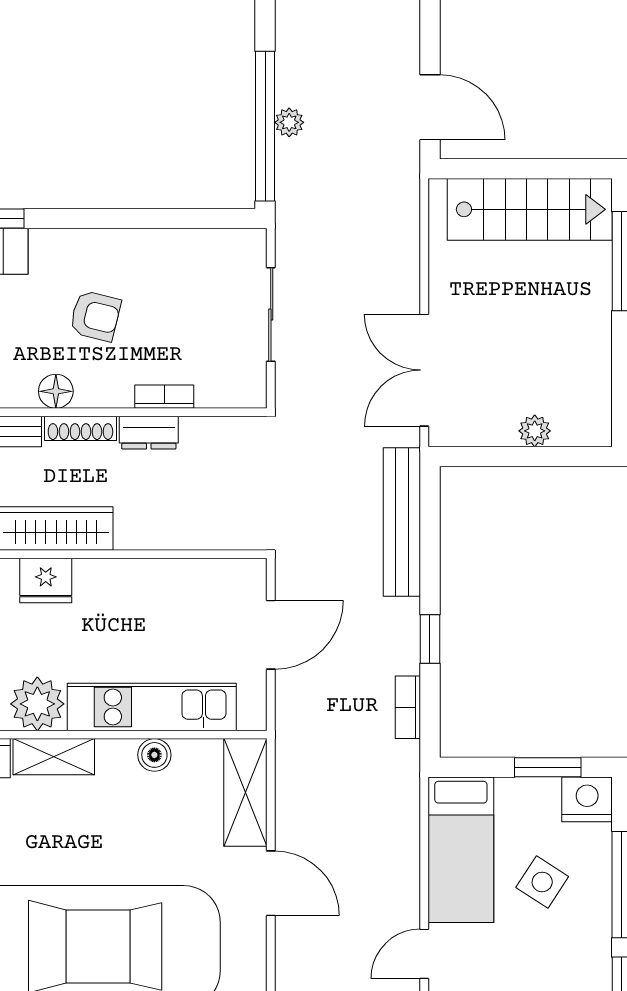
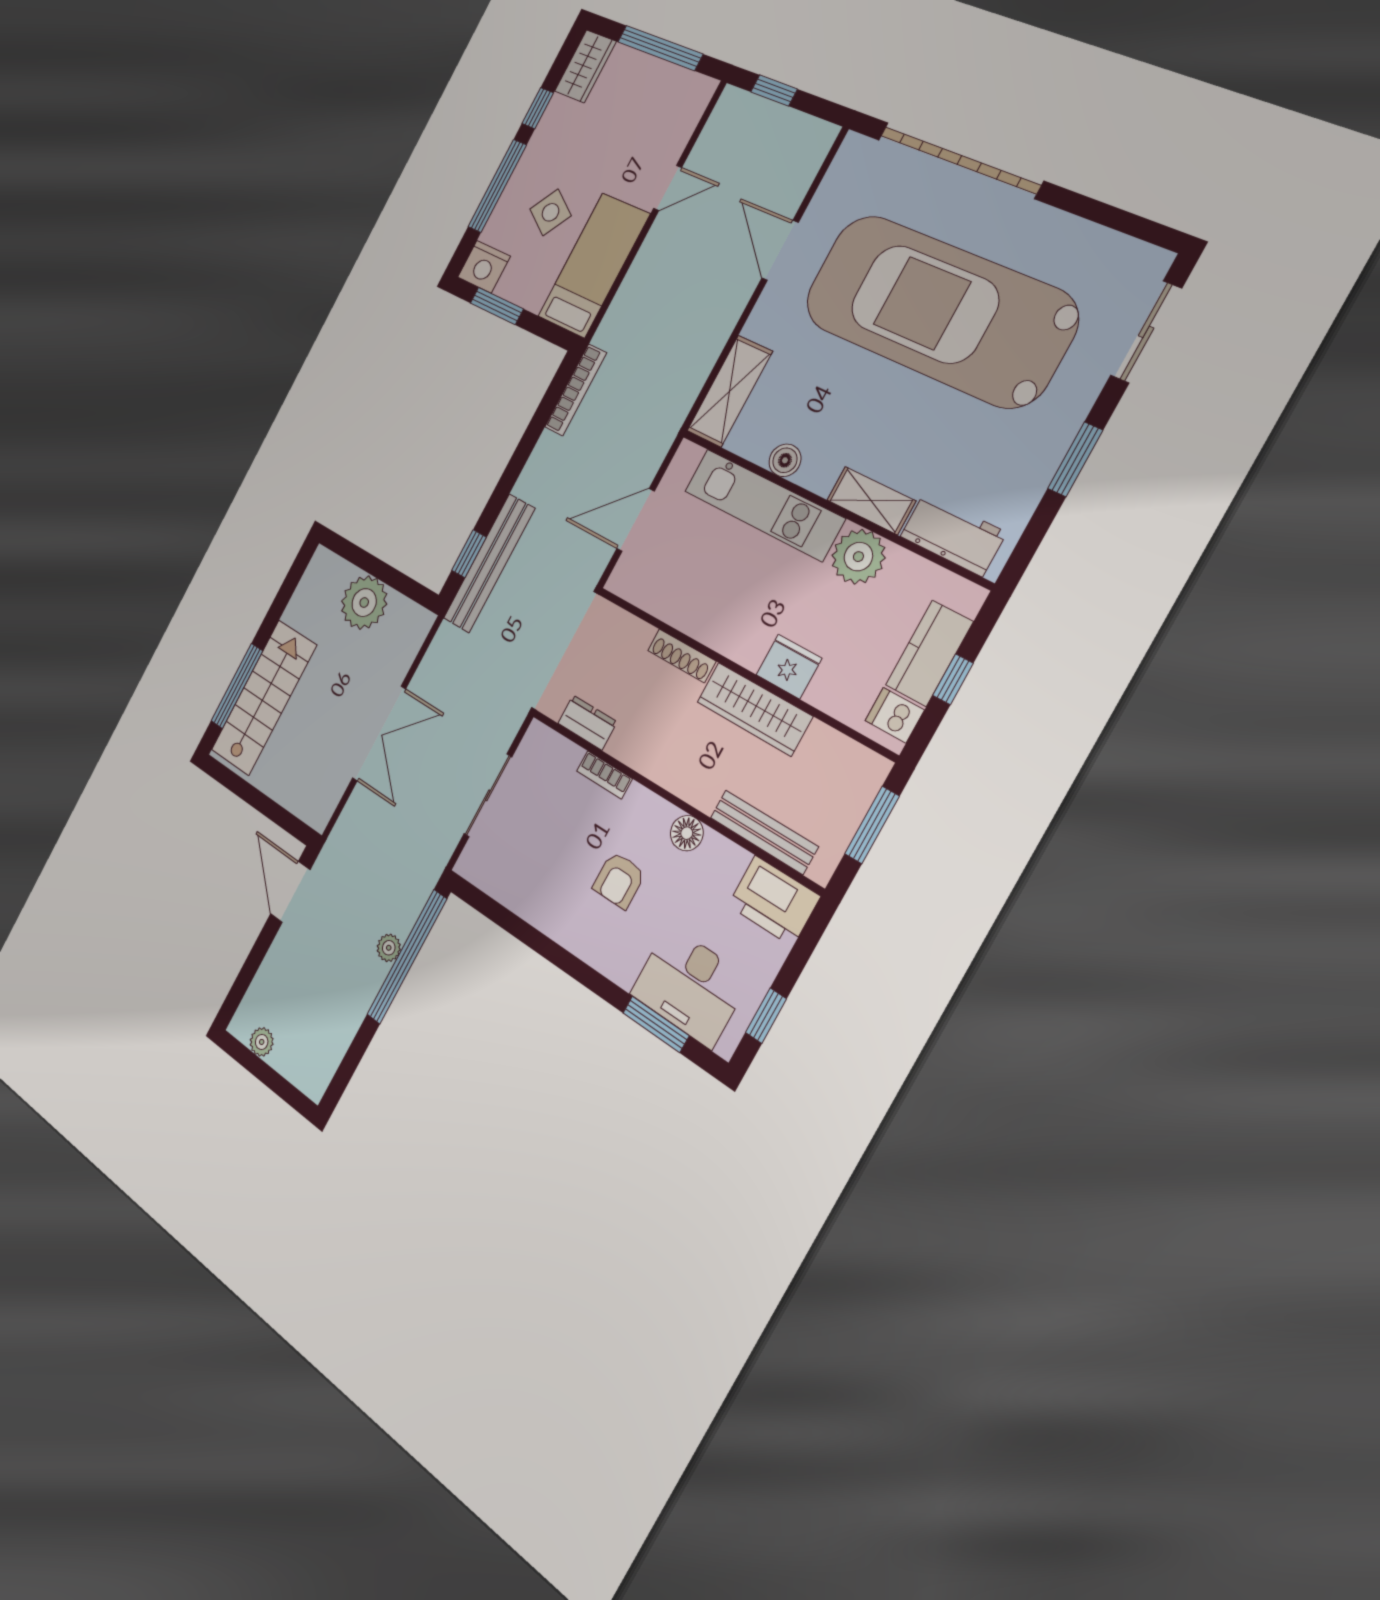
stairs: (530, 209) -> (264, 698), moved, turned 90
armchair: (95, 316) -> (619, 880), turned -104
double door: (424, 370) -> (379, 733), moved
shoe rack: (80, 428) -> (682, 656), moved, turned 180
plant: (535, 431) -> (364, 603), width x1.88, depth x1.88
dresser: (149, 433) -> (587, 722), moved
window: (430, 639) -> (469, 554), moved
bookcase: (408, 707) -> (576, 390), width x1.56
door: (271, 883) -> (780, 250), moved

